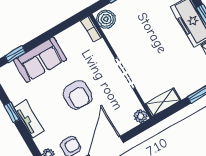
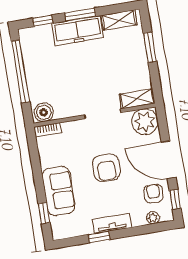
armchair: (78, 95) -> (106, 168), turned 90
shelving: (163, 102) -> (137, 99), moved, turned 90
plant: (141, 116) -> (145, 122), width x1.88, depth x1.88

